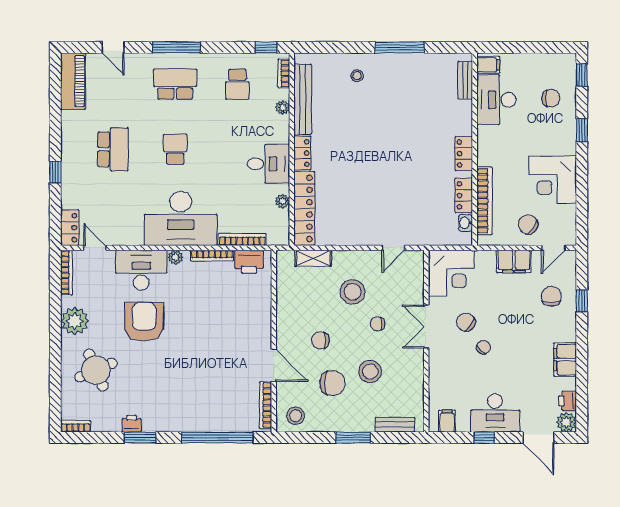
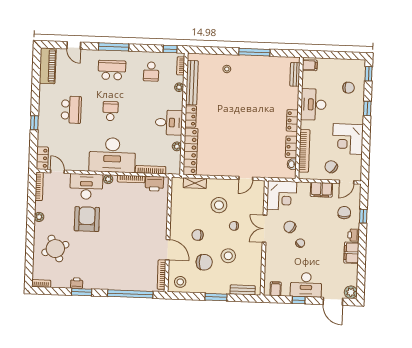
desk: (496, 100) -> (313, 104), moved
plant: (75, 321) -> (39, 217), width x0.53, depth x0.53
printer: (568, 401) -> (354, 235), moved

